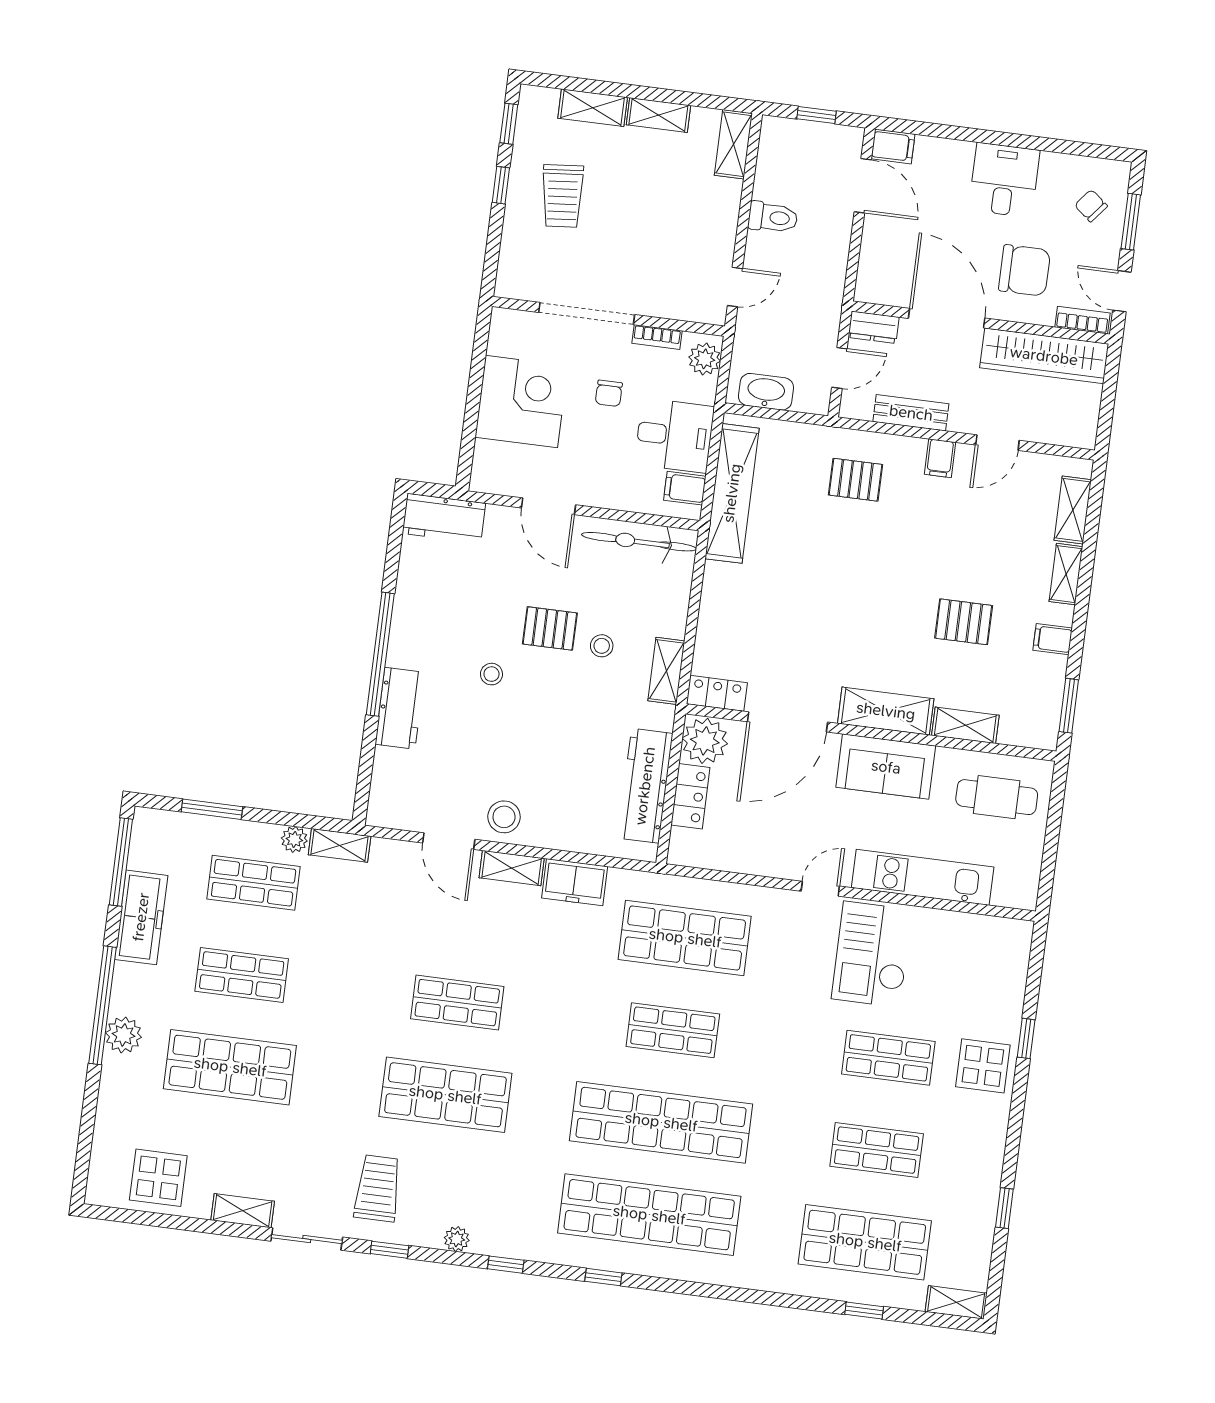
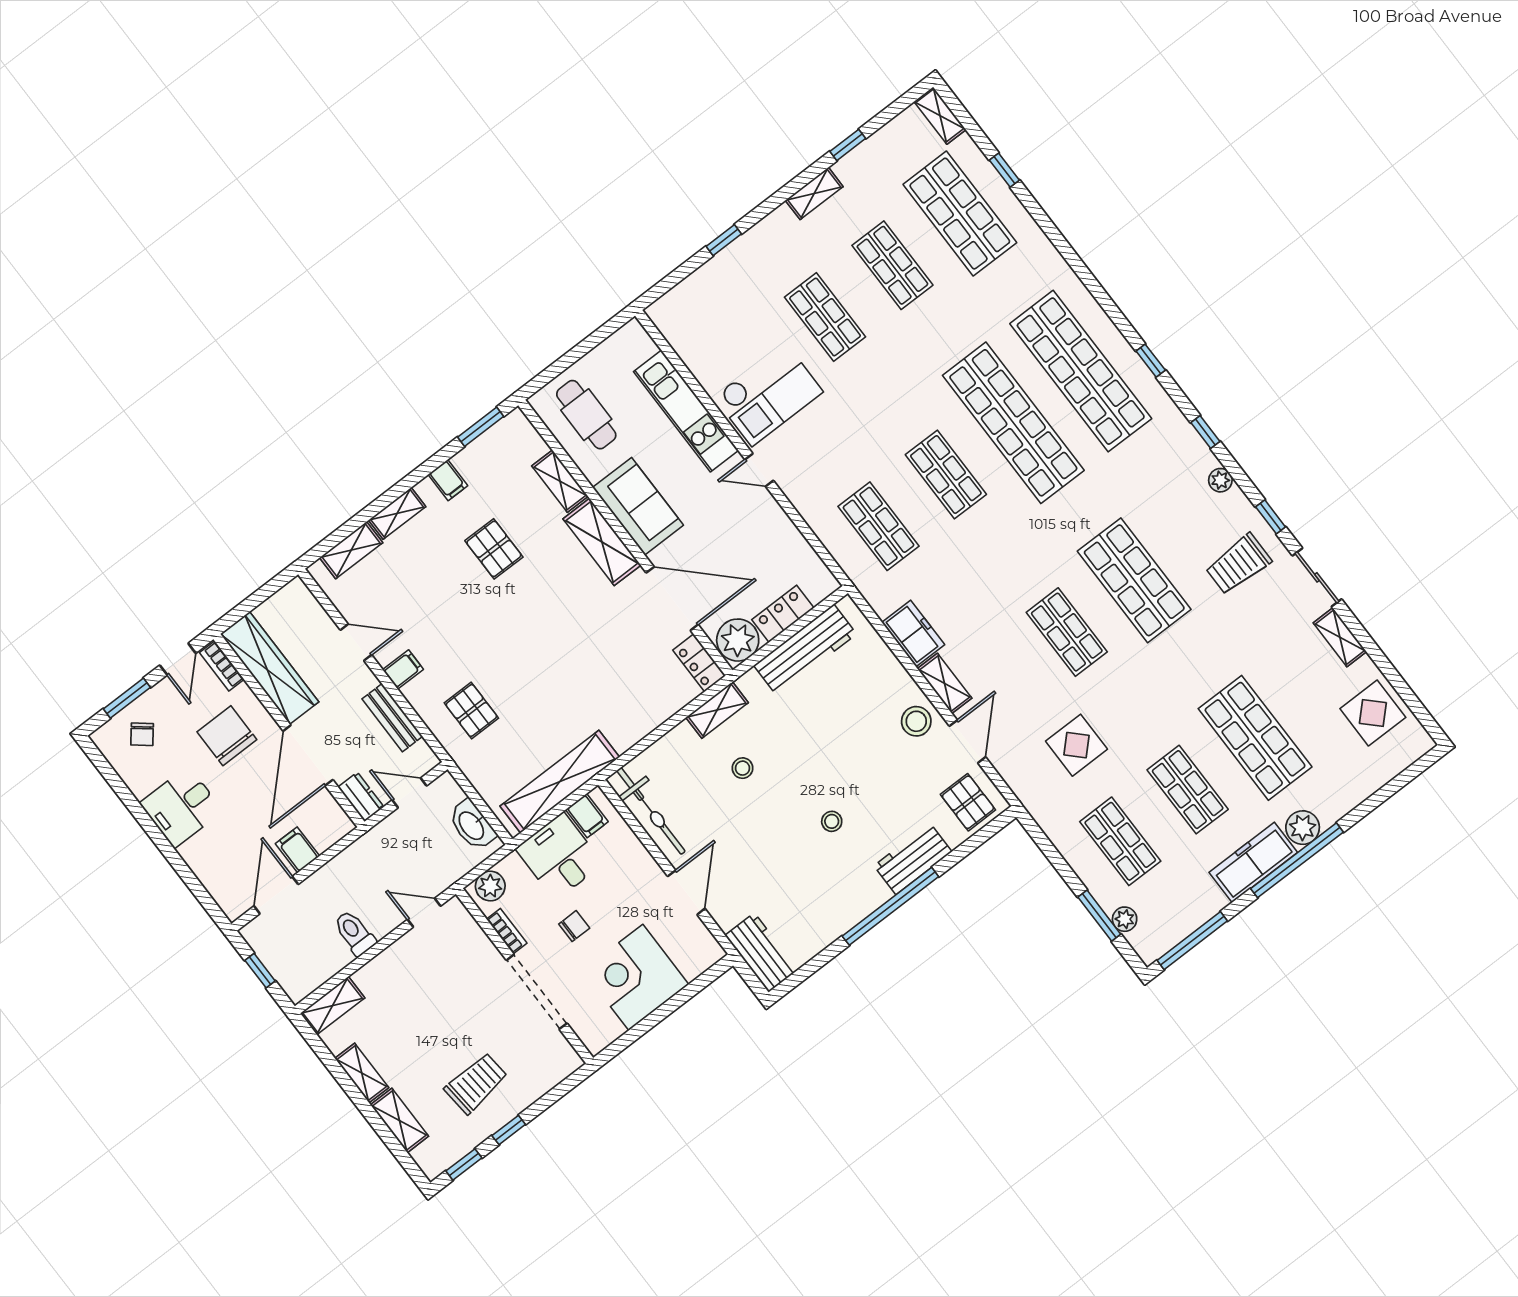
filing cabinet: (893, 146) -> (297, 850), moved
pallet: (550, 628) -> (968, 802), moved
plant: (294, 839) -> (1125, 919), moved
shelving: (340, 845) -> (814, 193), moved, turned 90
freezer: (141, 917) -> (1253, 862), moved
shop shelf: (685, 938) -> (879, 526), width x0.70, depth x0.74
display table: (983, 1066) -> (1076, 745), moved

